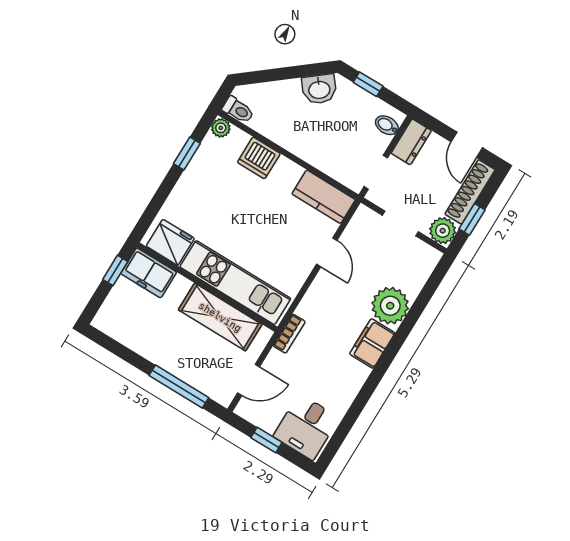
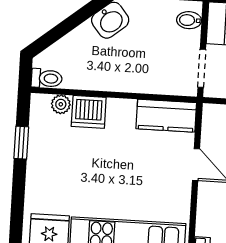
plant: (221, 128) -> (61, 104), moved

